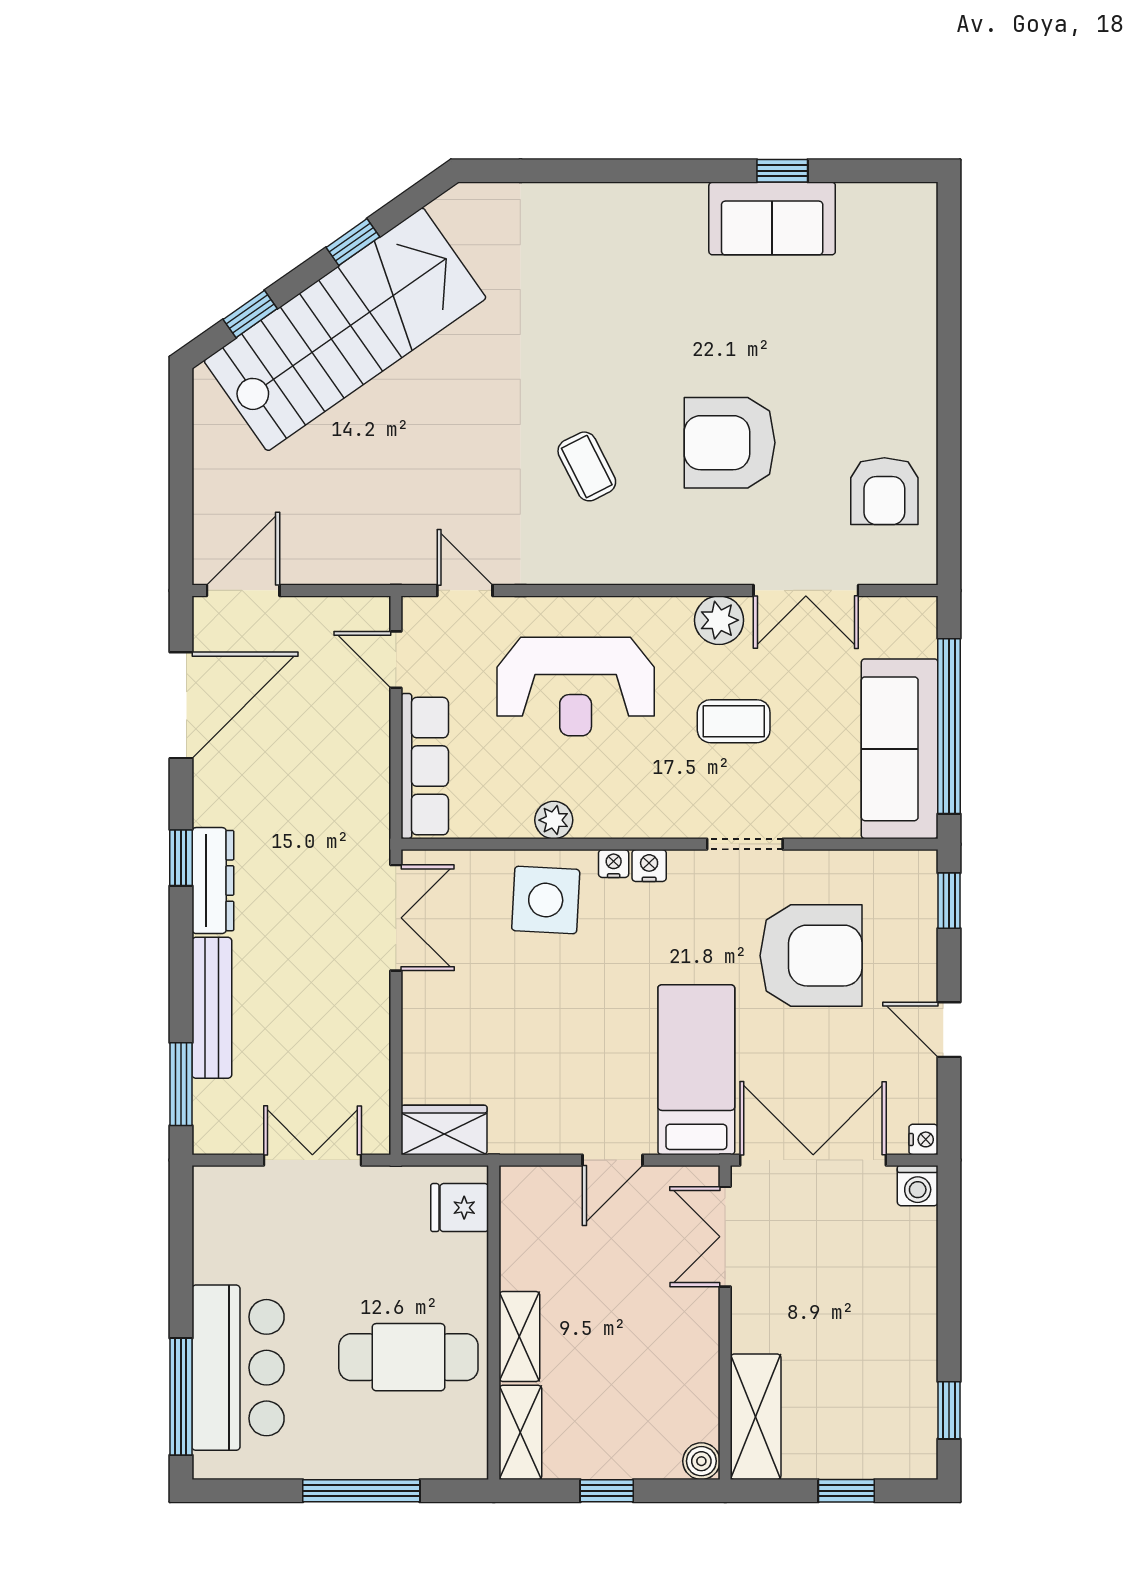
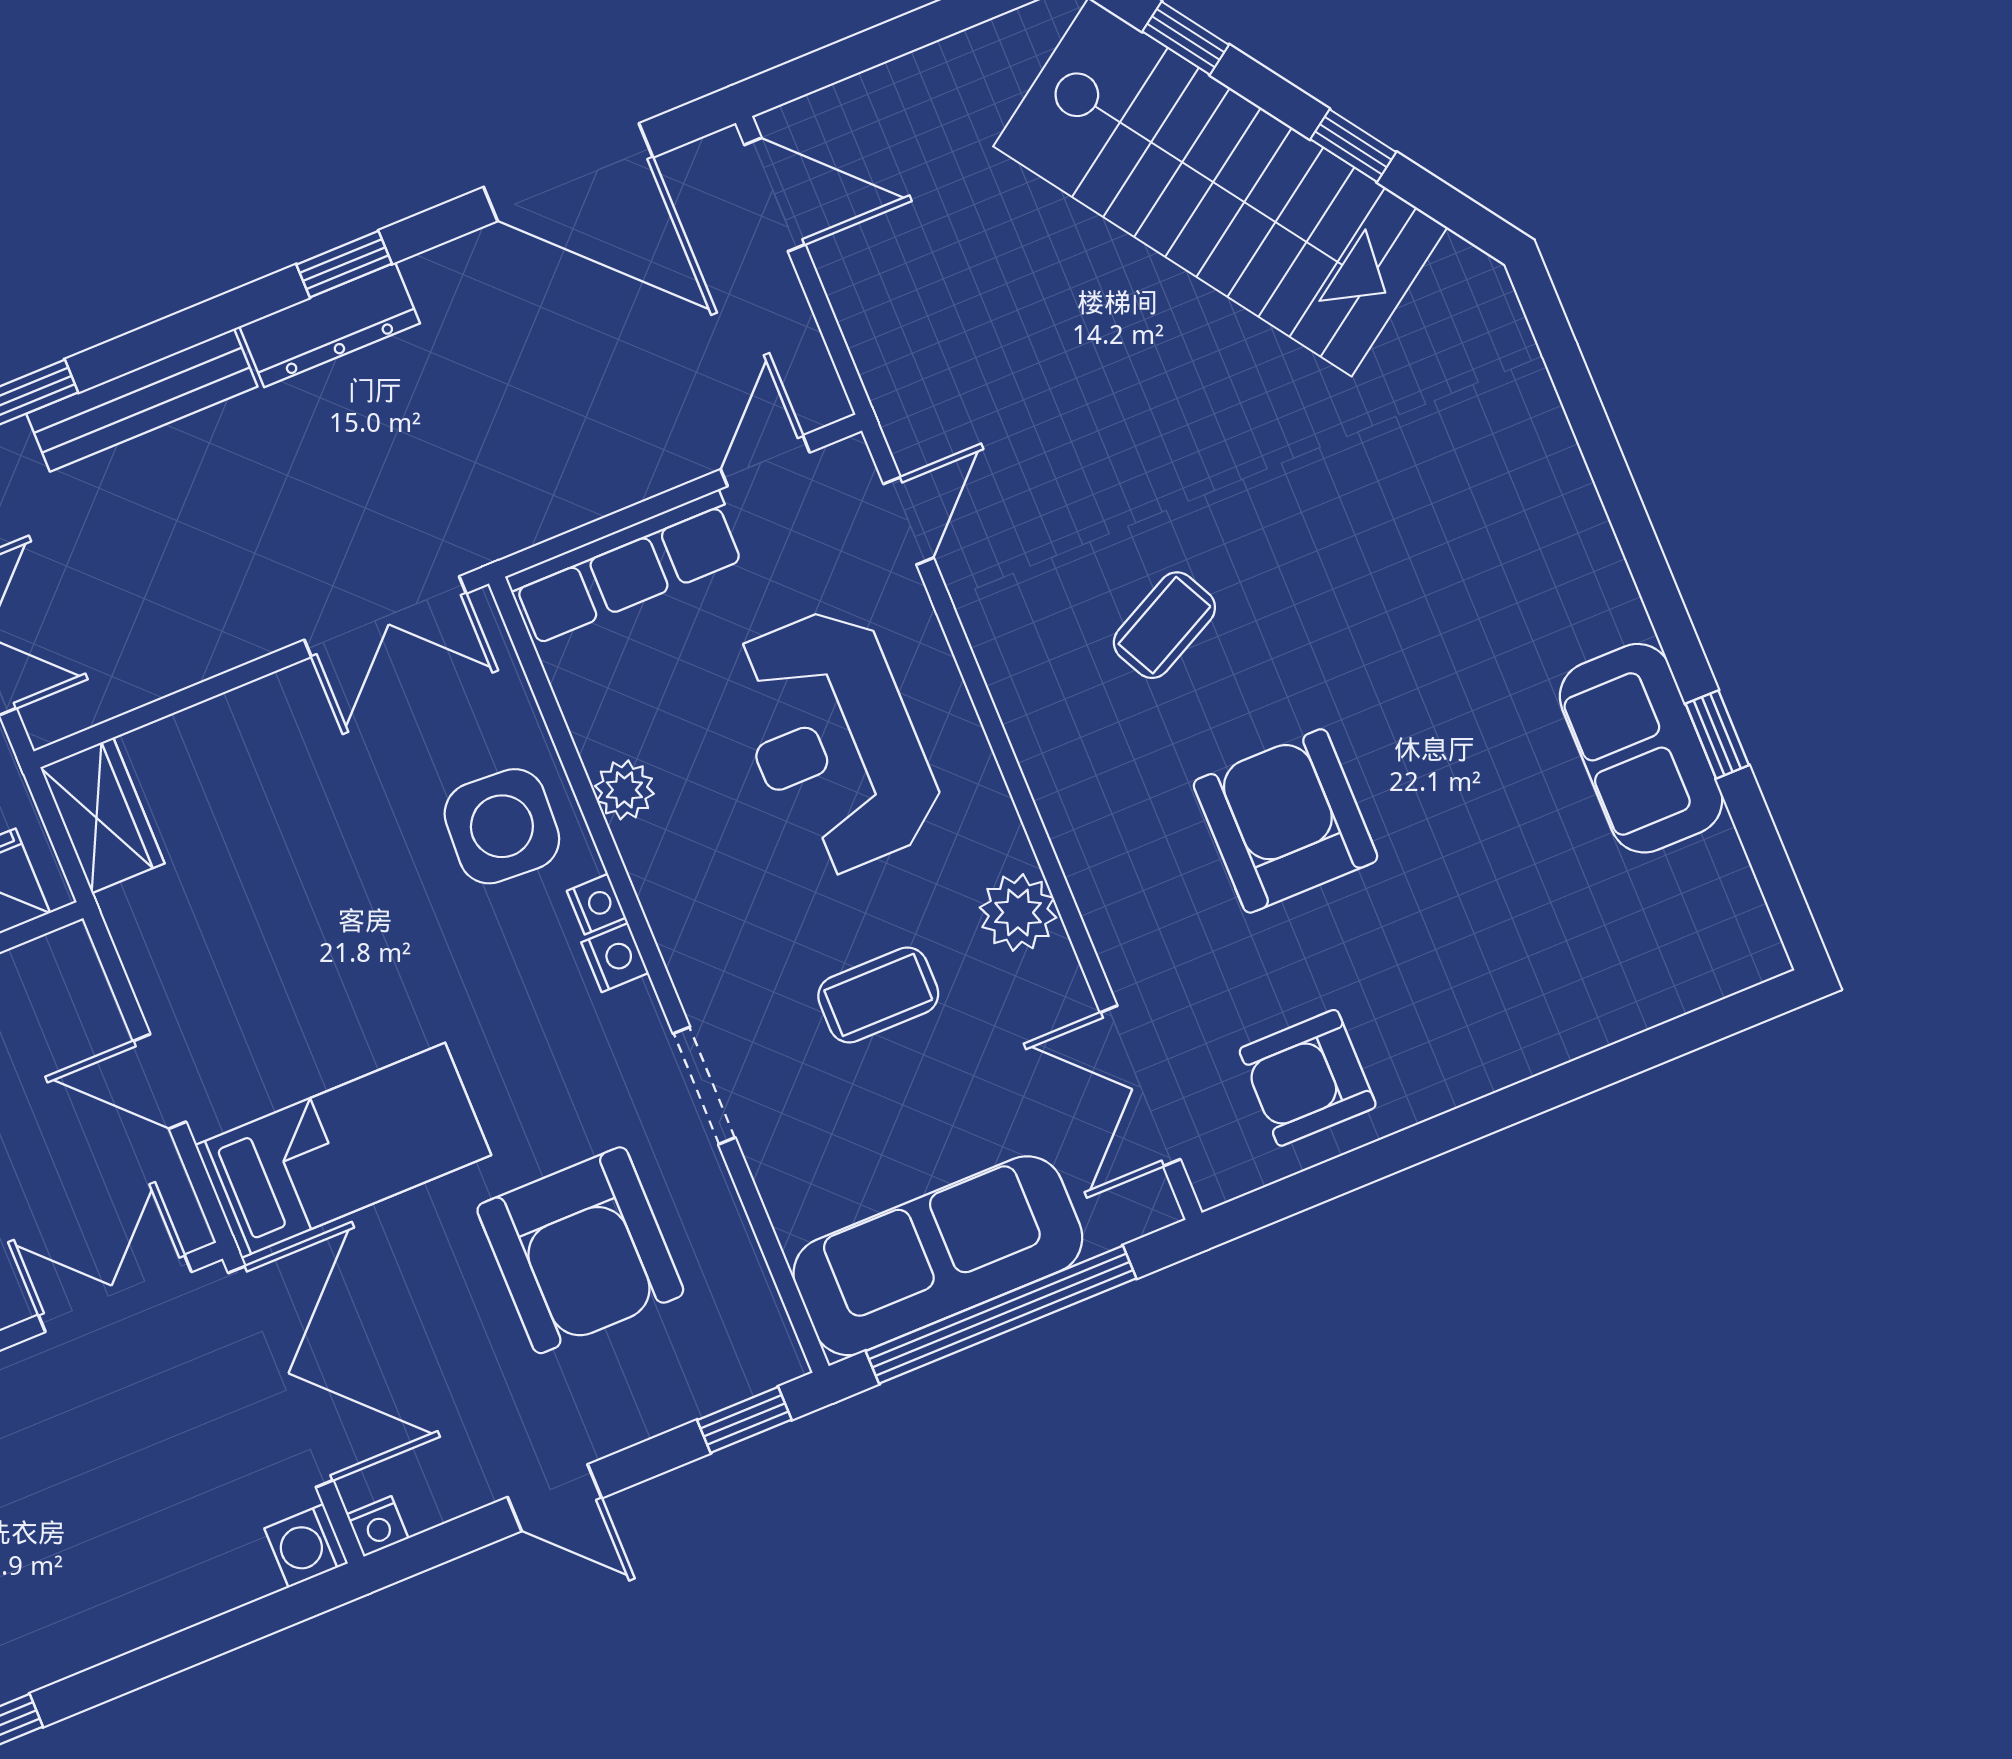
double door: (806, 590) -> (1140, 1086), moved
coffee table: (734, 721) -> (878, 995), turned 90
door: (949, 1030) -> (555, 1498), swing flipped

